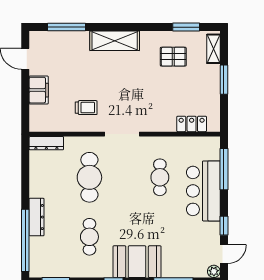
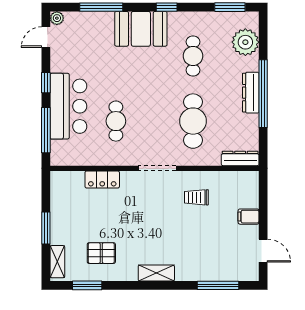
shelving: (115, 41) -> (156, 273), width x0.67, depth x0.75
filing cabinet: (39, 90) -> (249, 217), width x0.50
locker: (192, 124) -> (102, 179), moved
dresser: (37, 217) -> (251, 93), moved
window: (224, 226) -> (46, 83), moved
window: (25, 240) -> (263, 94), moved
plant: (42, 249) -> (245, 42), added

